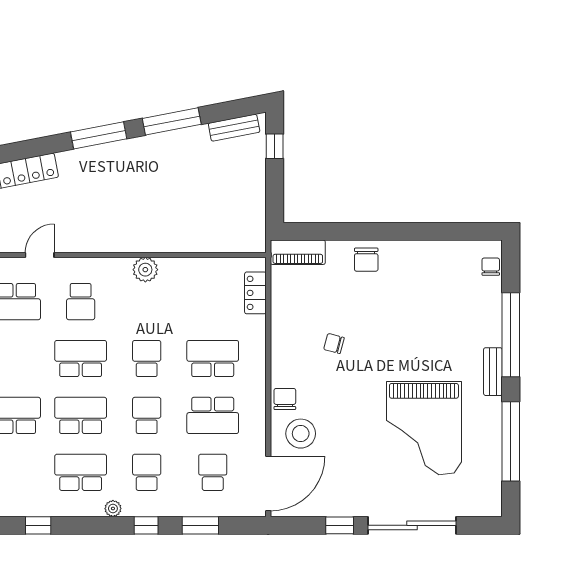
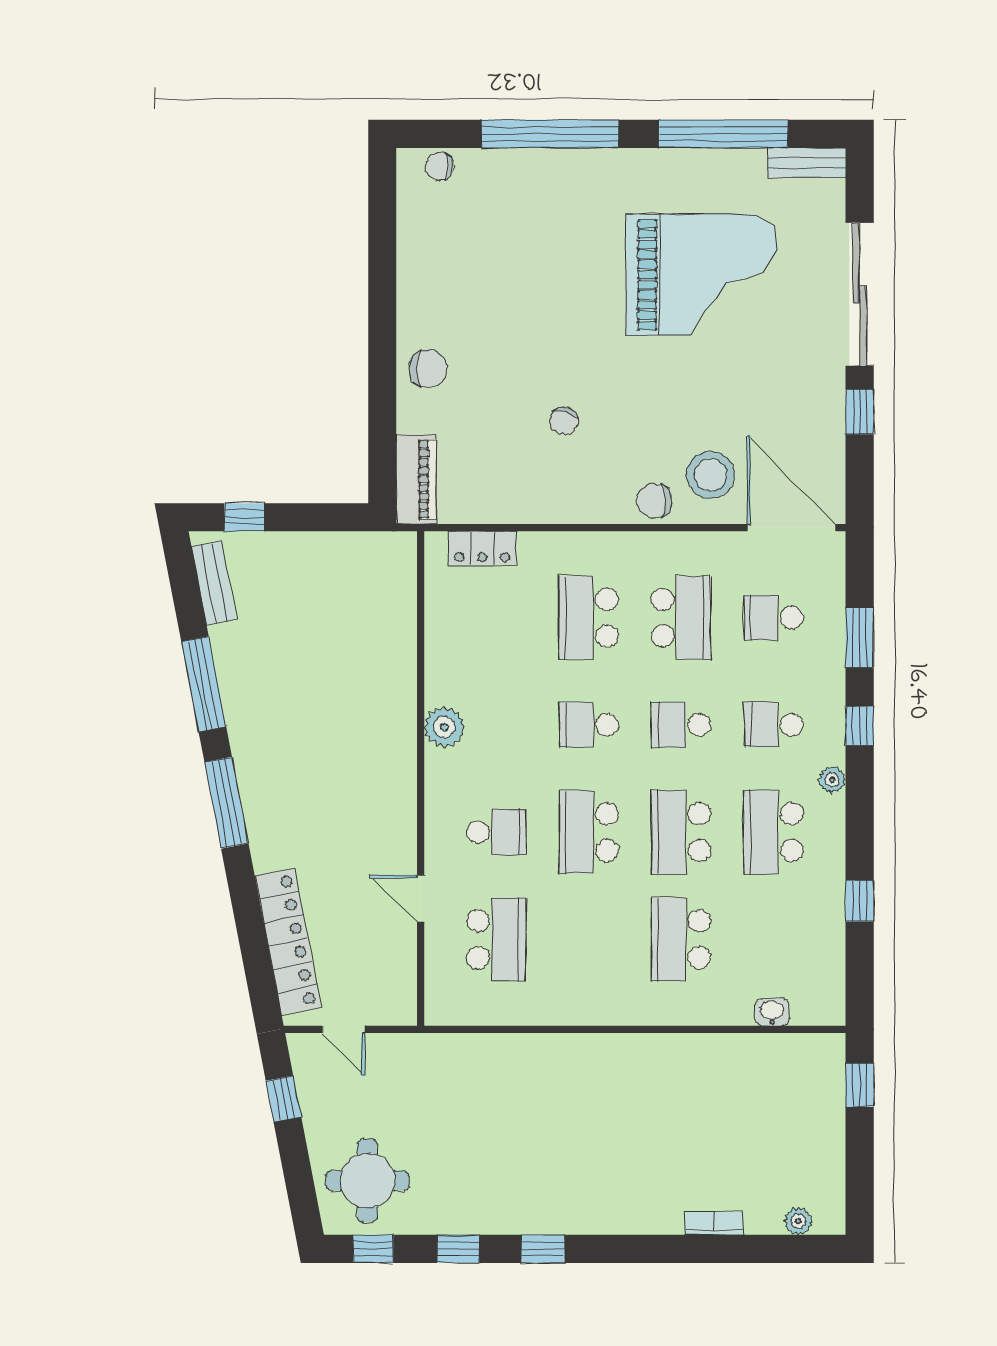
bench: (493, 372) -> (807, 163), moved

